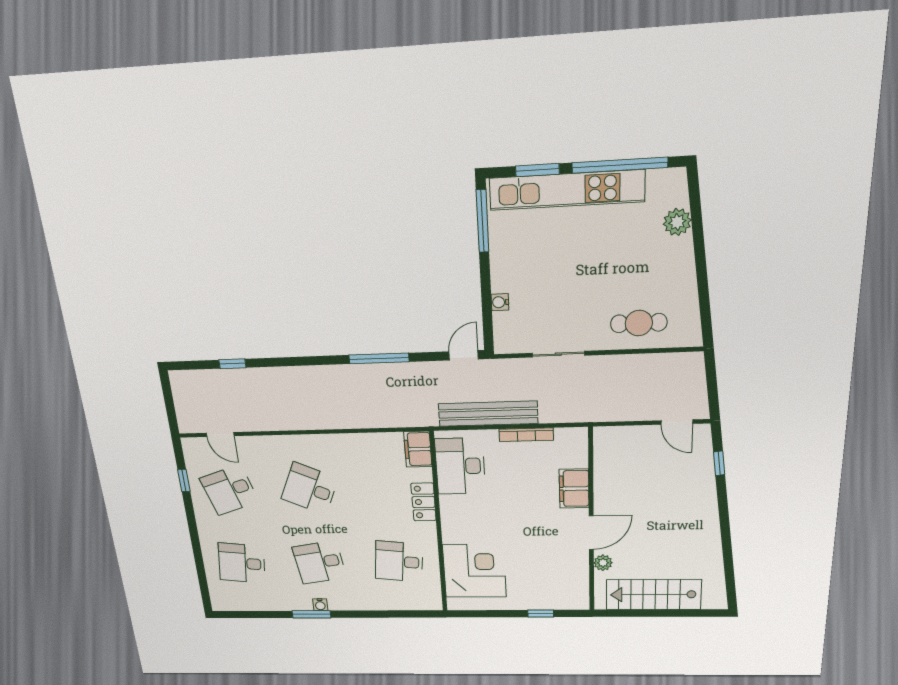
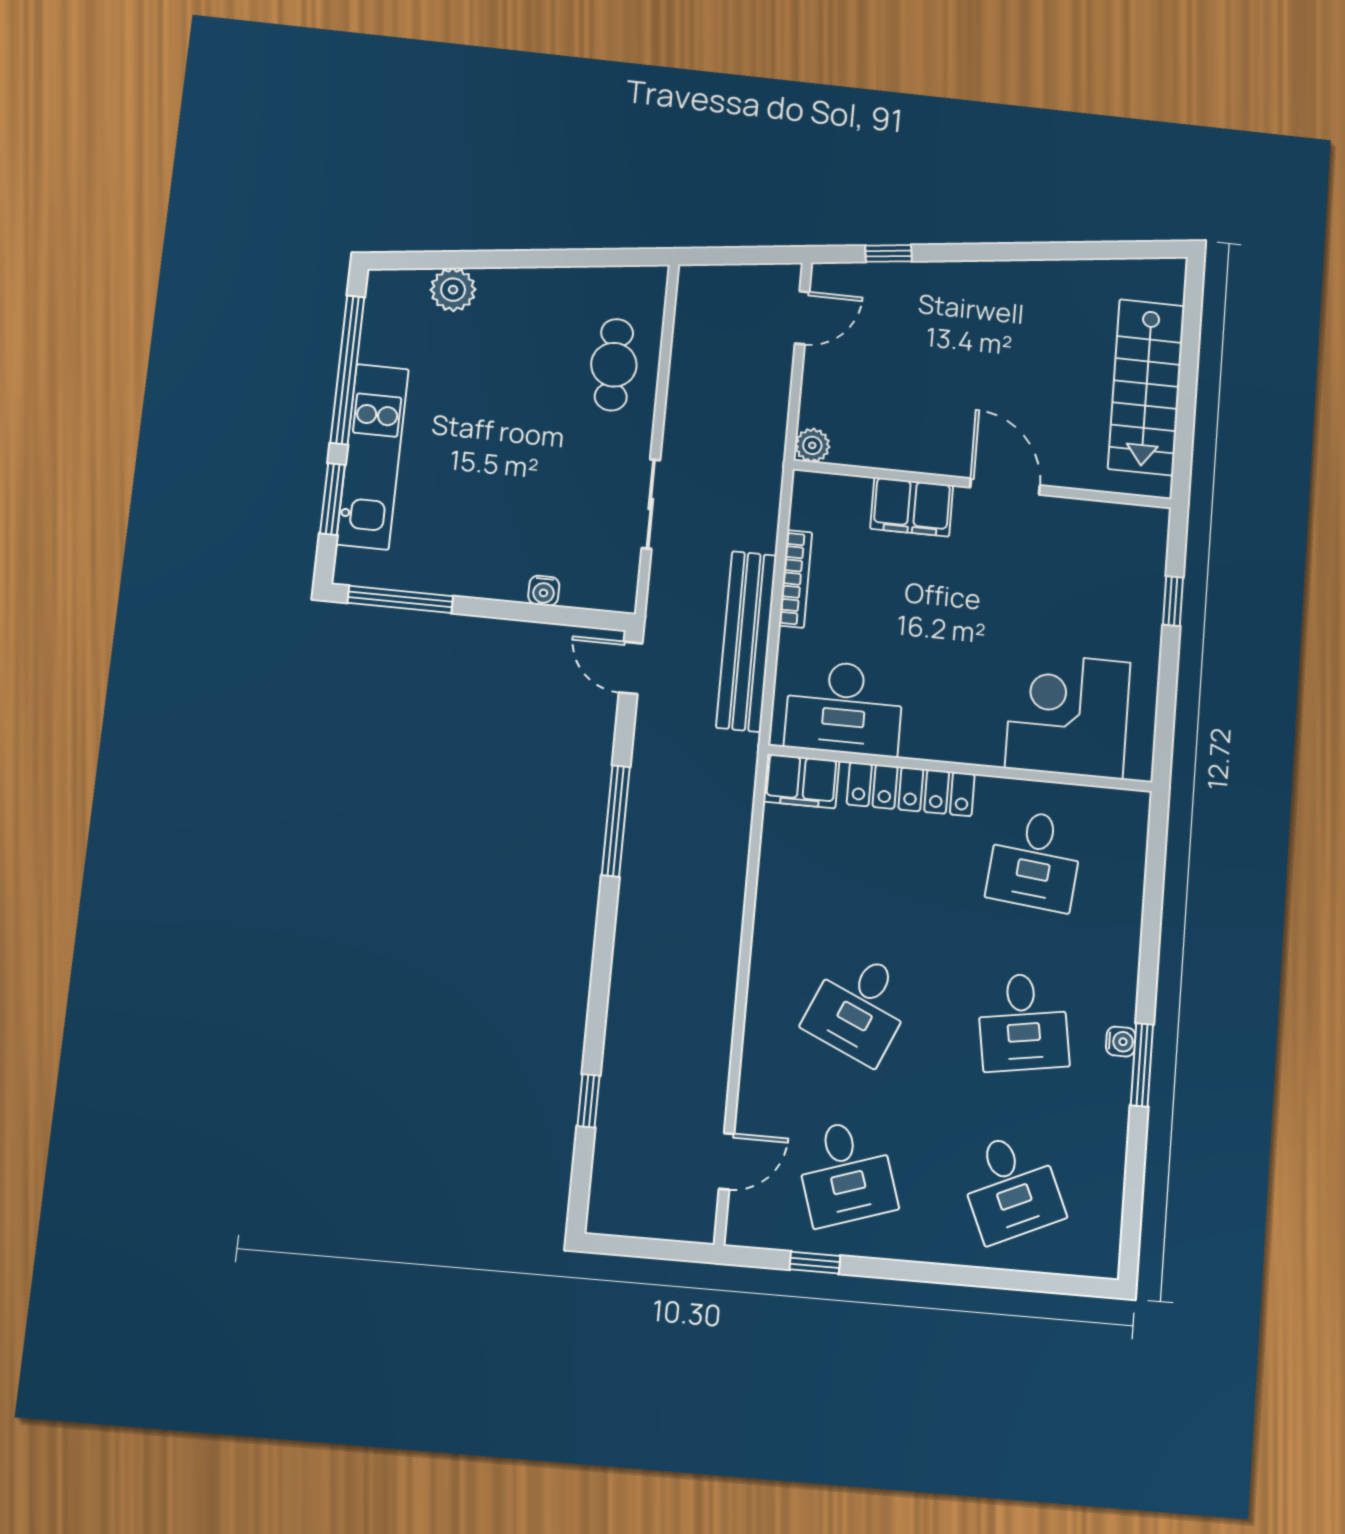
kitchen unit: (567, 190) -> (372, 457), width x0.73
locker: (424, 502) -> (911, 789), width x1.53
desk: (242, 563) -> (1011, 1187), turned -30
plant: (603, 563) -> (812, 445), moved

